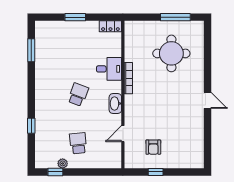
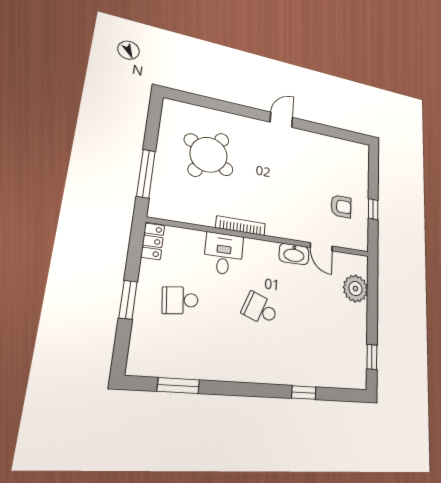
window: (175, 17) -> (146, 174), moved
round table: (171, 53) -> (209, 155), turned 32
washbasin: (115, 104) -> (294, 254), moved
school desk: (78, 143) -> (180, 300), moved
plant: (63, 163) -> (355, 289), moved, width x1.88, depth x1.88

